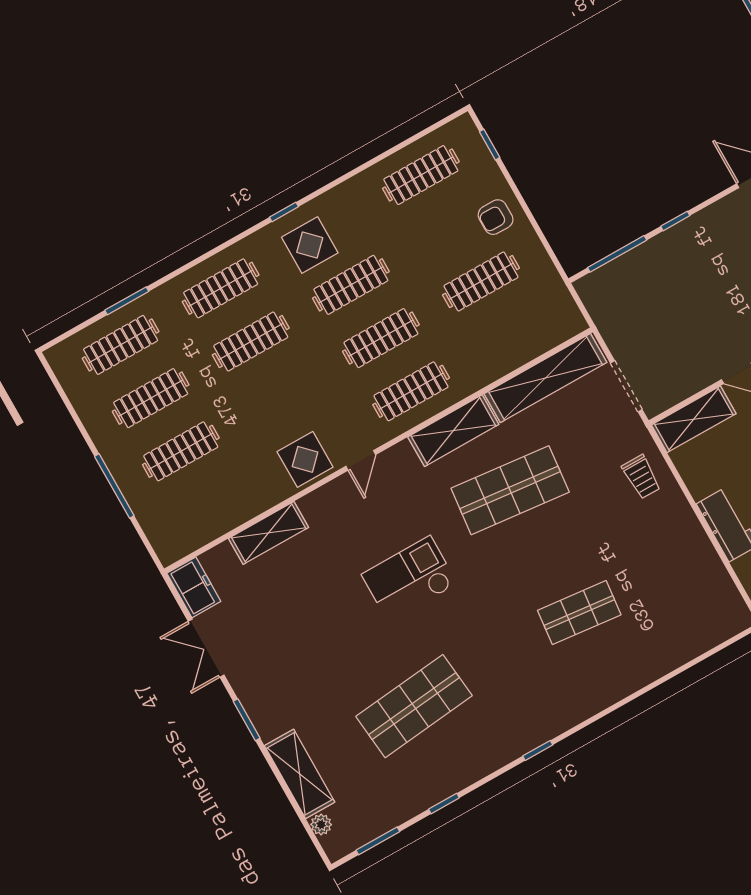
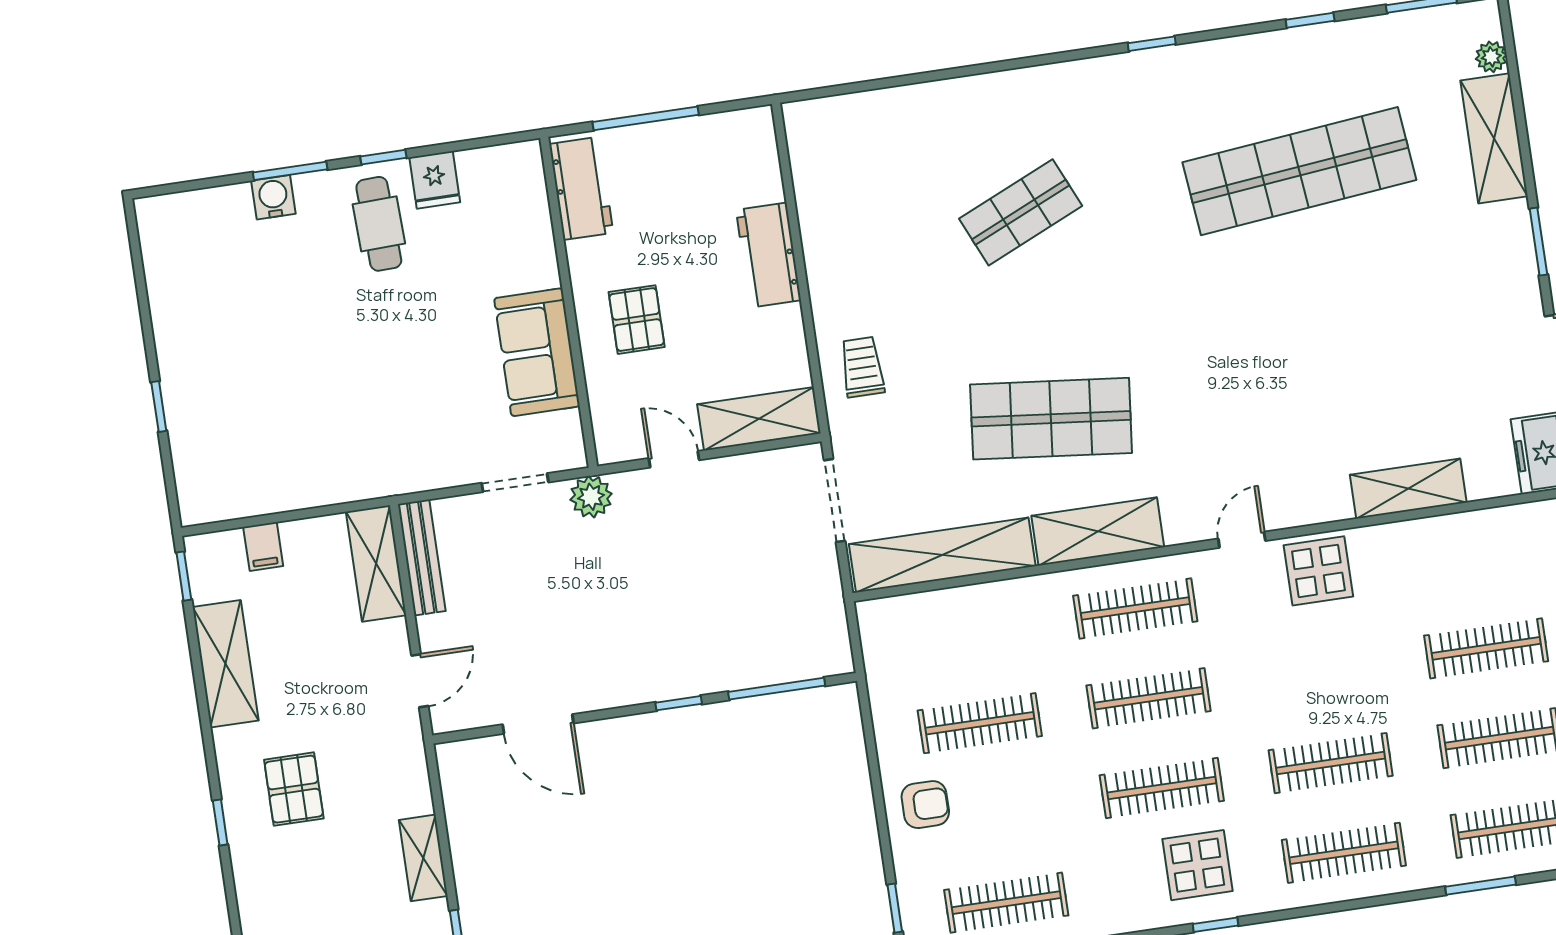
checkout: (409, 579) -> (1238, 349), removed
shop shelf: (579, 613) -> (1021, 212), turned -30
shop shelf: (414, 706) -> (1299, 171), width x1.40

